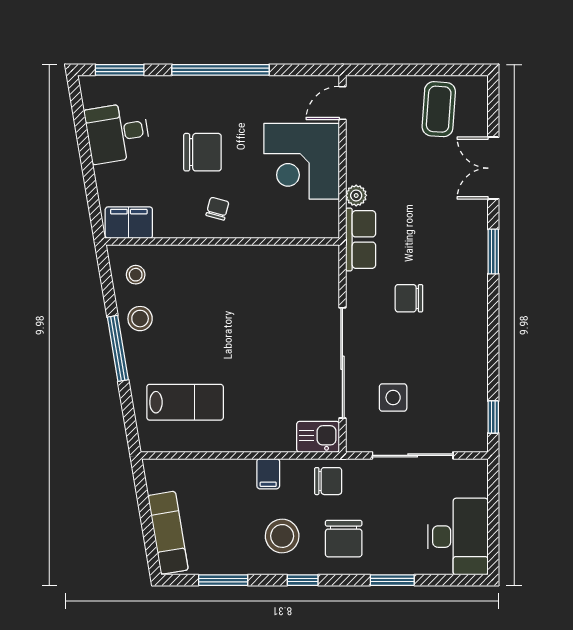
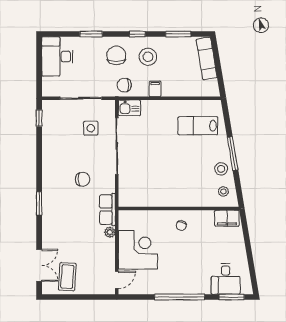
desk: (117, 133) -> (226, 279), moved, turned 99
chair: (202, 152) -> (189, 255), removed
double door: (493, 168) -> (39, 265), moved

